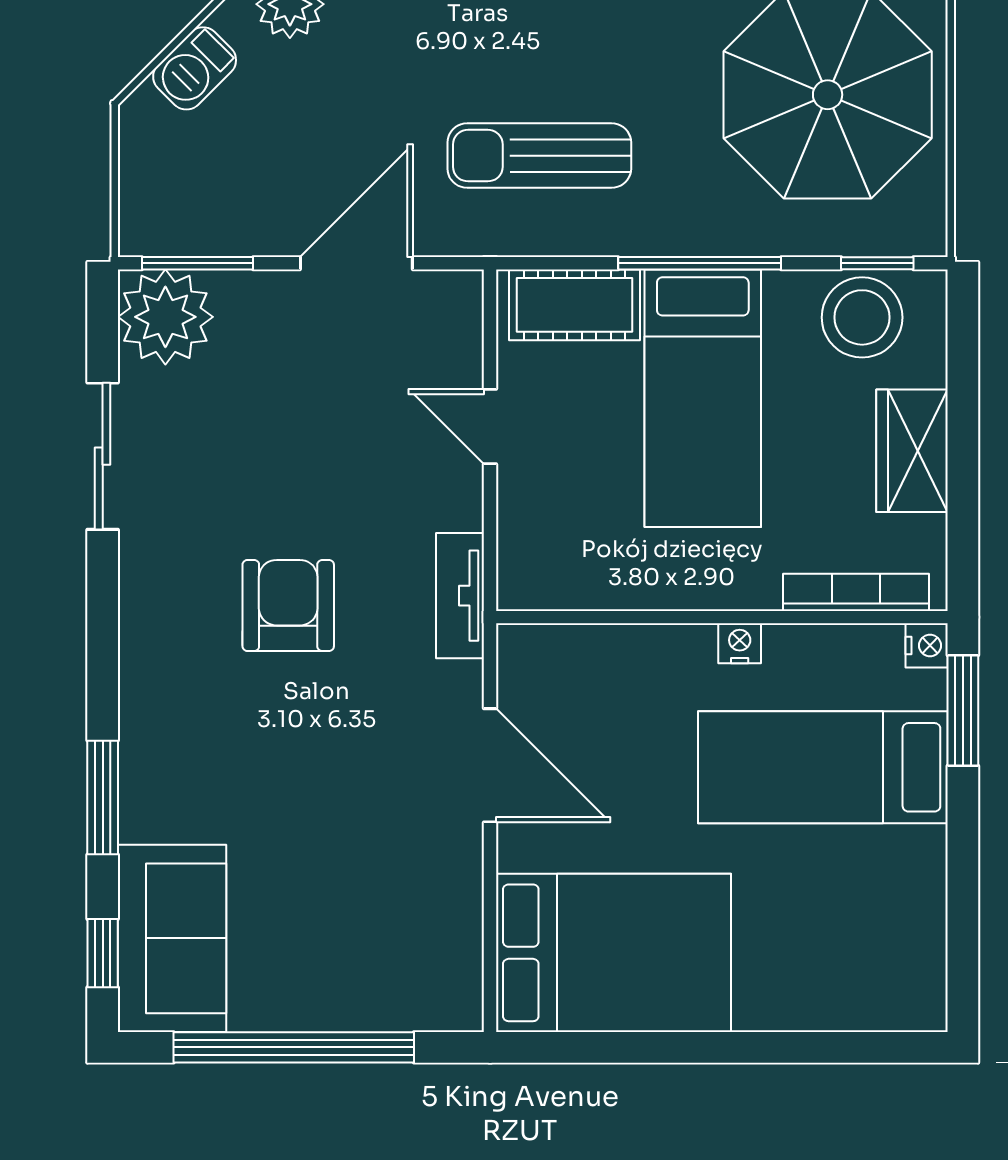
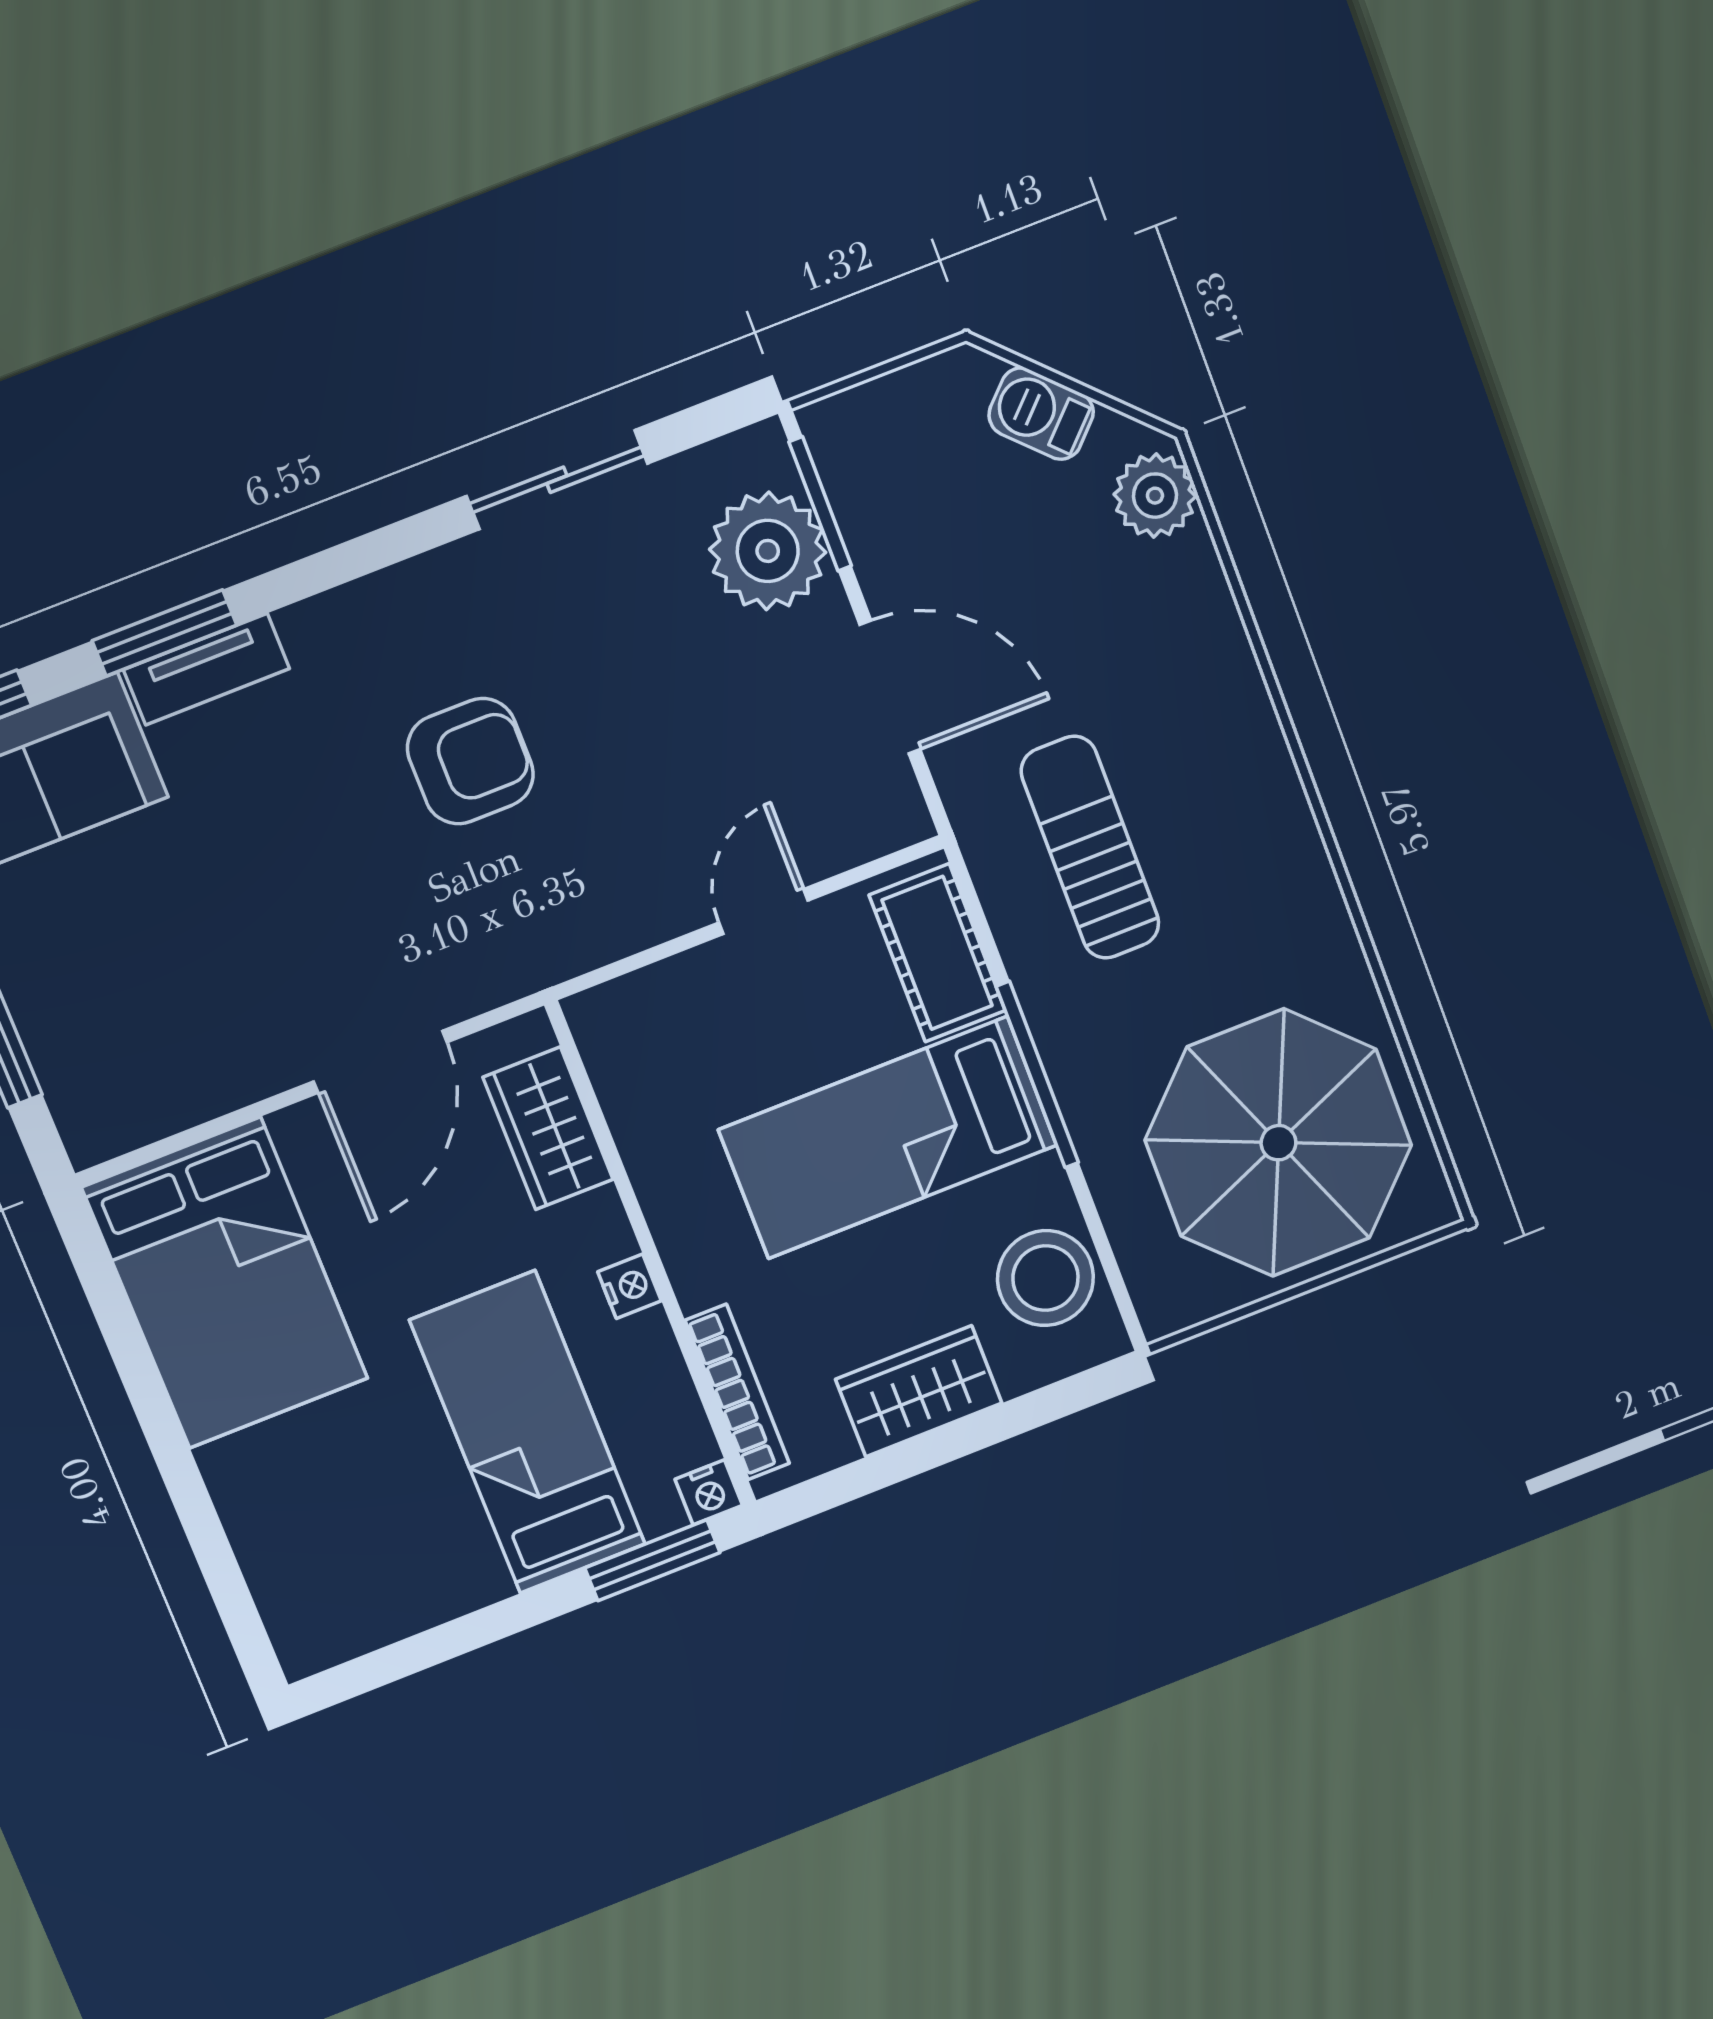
window: (877, 263) -> (1112, 1271), removed
plant: (165, 317) -> (768, 551), moved
tv unit: (460, 596) -> (206, 669), moved, turned 180
wardrobe: (592, 658) -> (548, 1128), added

